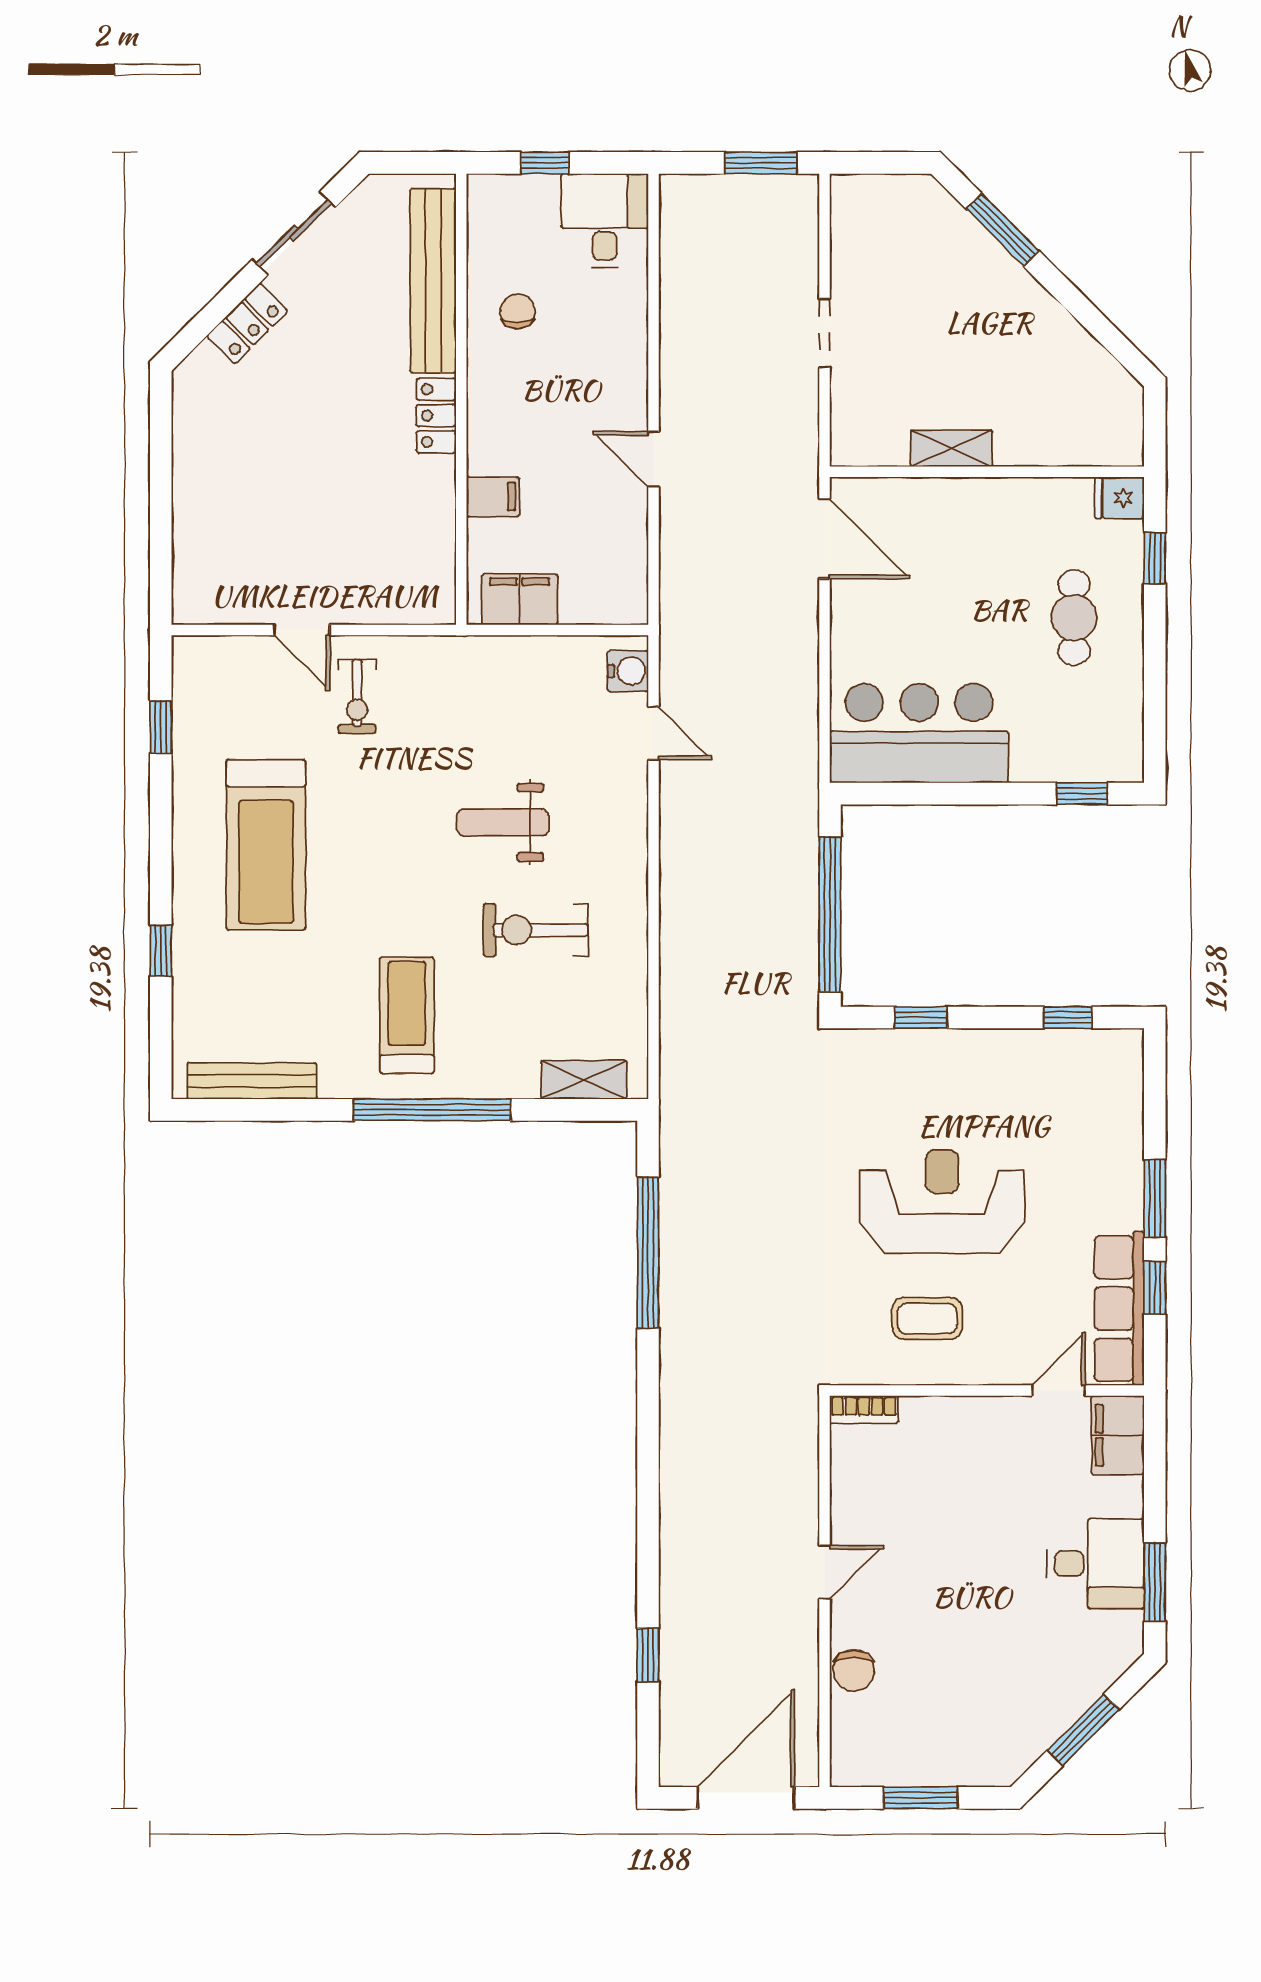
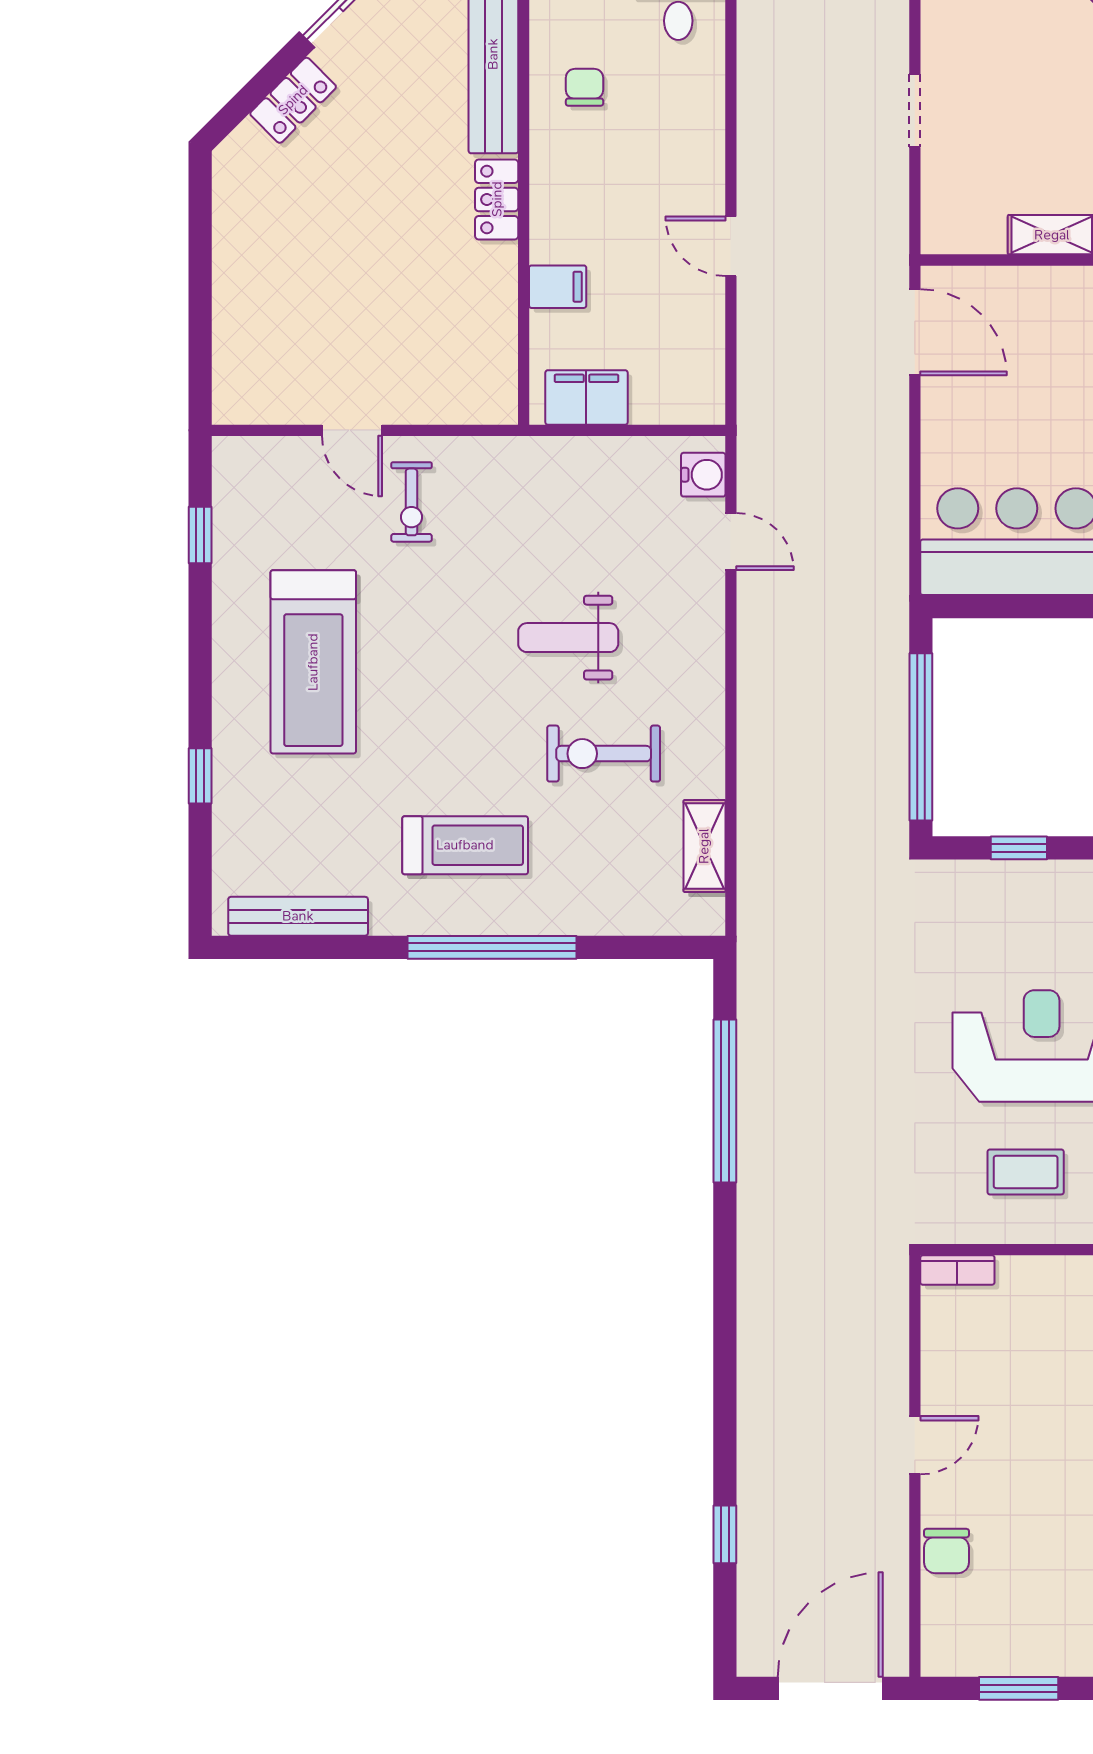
treadmill: (407, 1015) -> (465, 845), turned 90
shelving: (584, 1080) -> (704, 846), moved, turned 90

